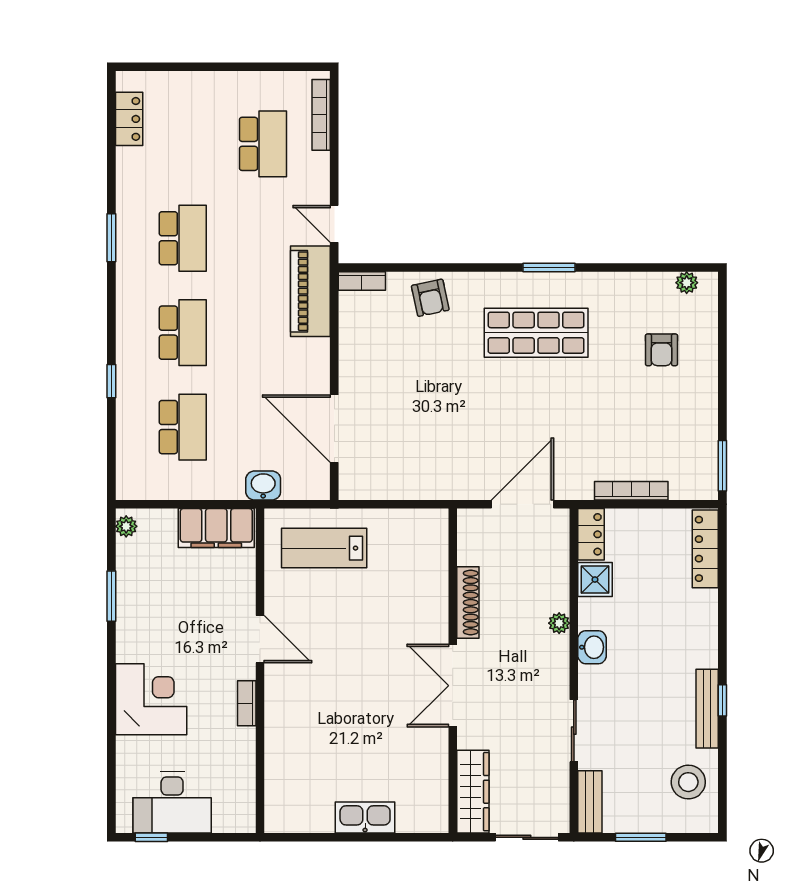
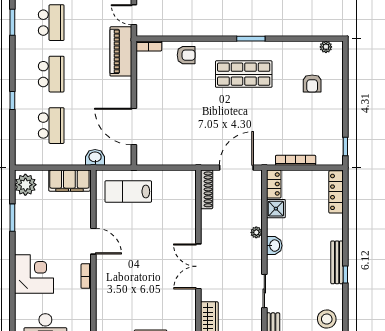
armchair: (430, 298) -> (186, 55), turned -78
window: (722, 466) -> (345, 147), width x0.67
plant: (126, 526) -> (25, 185), width x1.87, depth x1.87
shoe rack: (468, 602) -> (207, 189), moved
bench: (707, 709) -> (337, 262), moved

